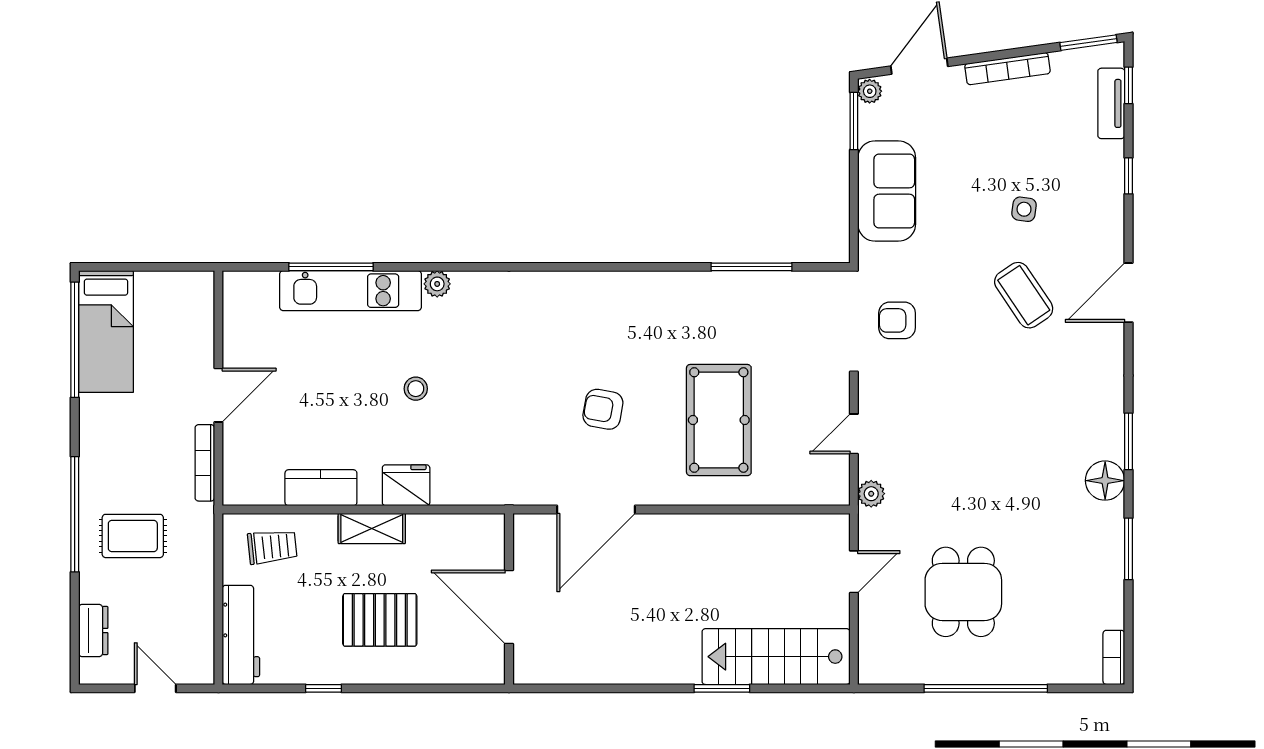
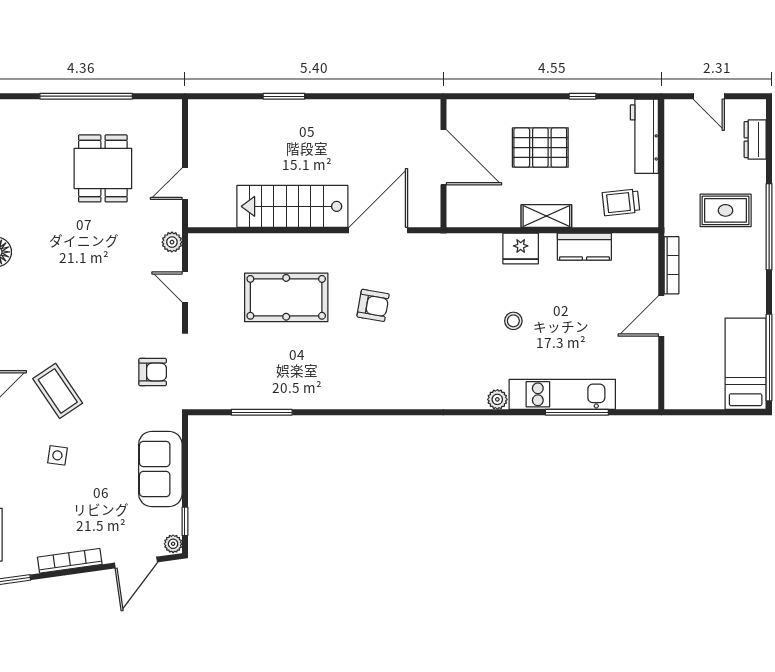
window: (854, 121) -> (185, 521), width x0.67
pool table: (719, 420) -> (286, 297), turned 90
door: (854, 434) -> (185, 287), swing flipped
stairs: (776, 657) -> (292, 206), moved, turned 180

